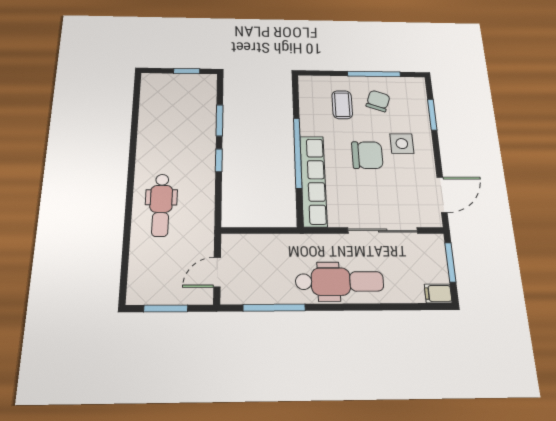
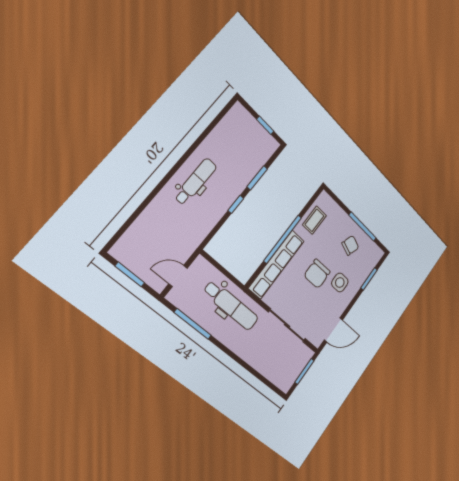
coffee table: (342, 105) -> (314, 220), moved
chair: (367, 155) -> (317, 274), turned 89
dental chair: (161, 205) -> (196, 182), moved, turned 180
dental chair: (340, 282) -> (231, 305), moved
filing cabinet: (438, 293) -> (284, 384), removed

